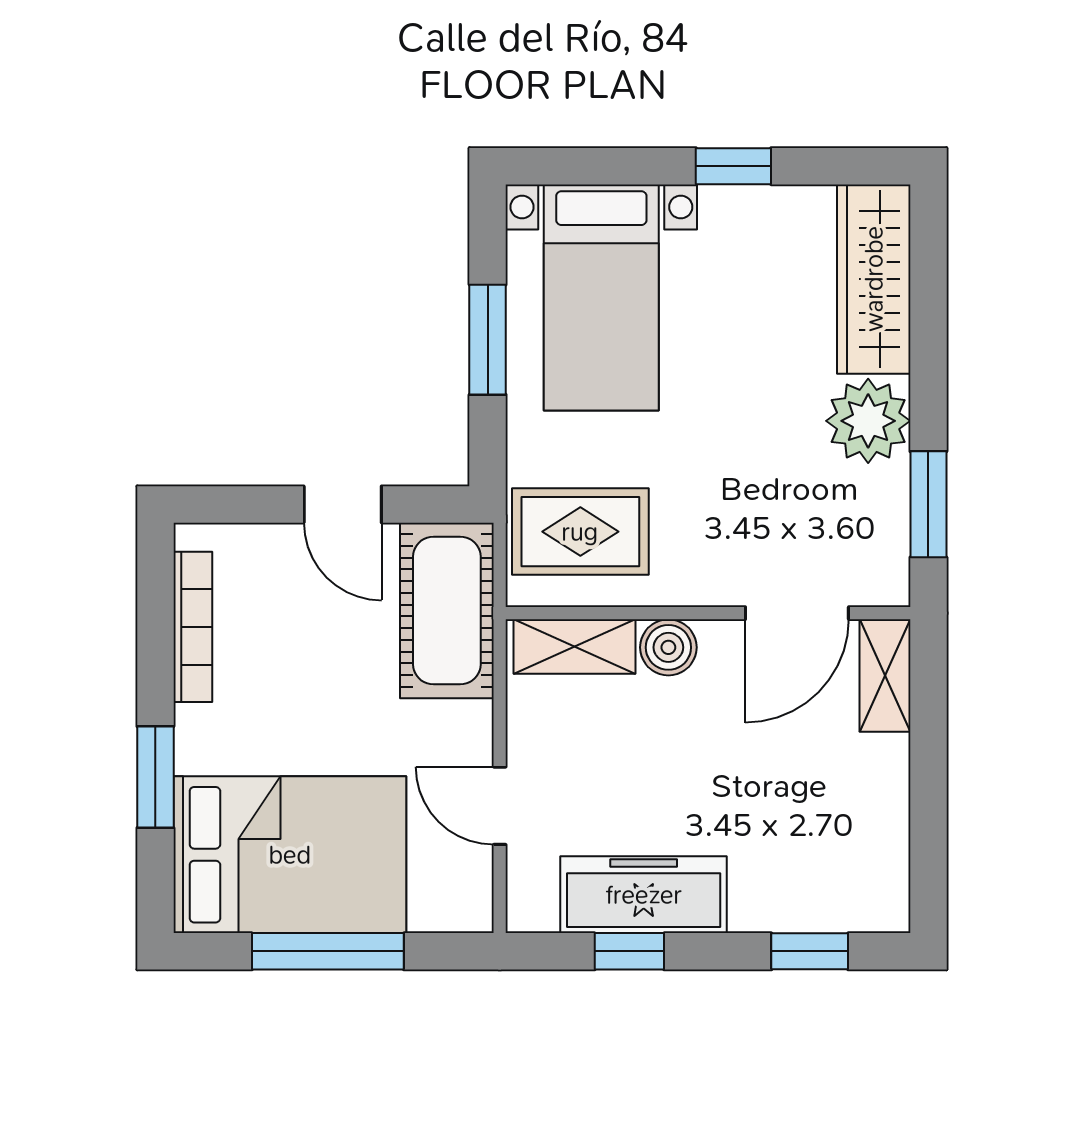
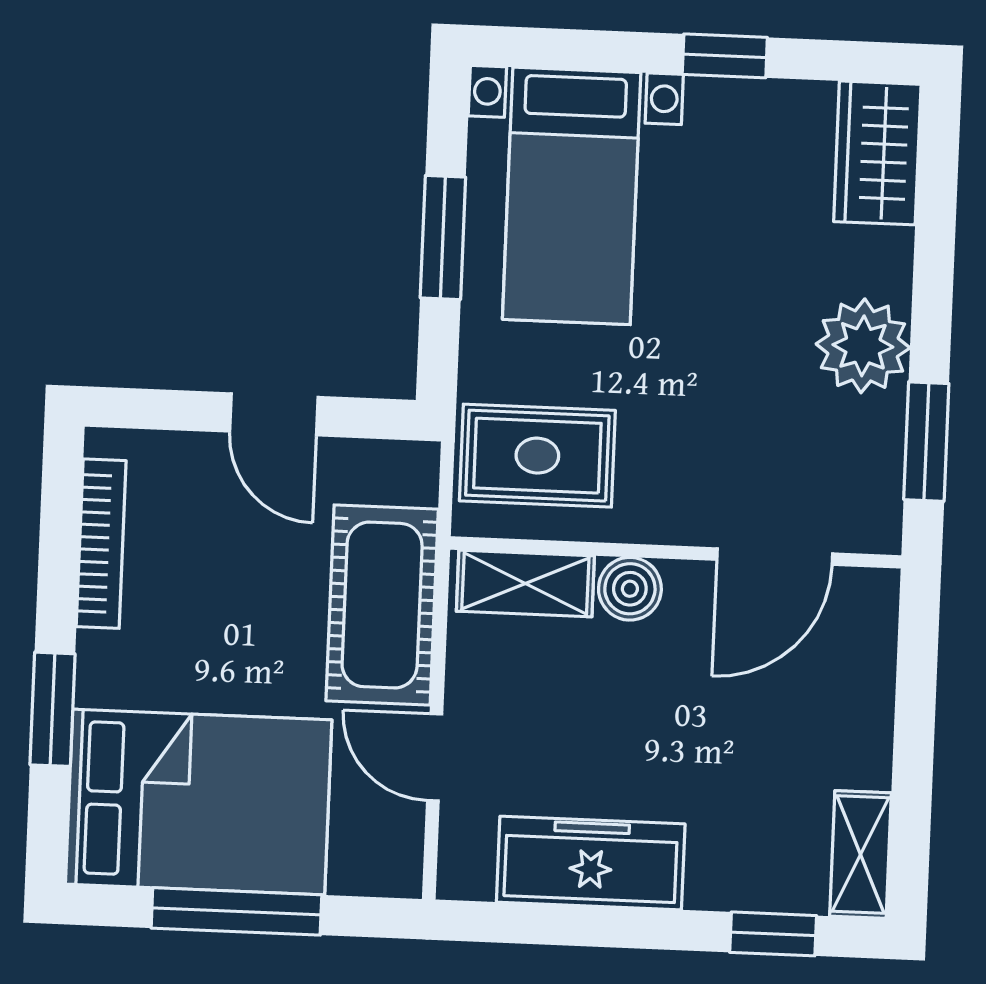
wardrobe: (874, 279) -> (877, 153), width x0.67
cot: (447, 611) -> (382, 605), moved
shelving: (885, 676) -> (861, 855), moved
window: (629, 951) -> (572, 926), removed

